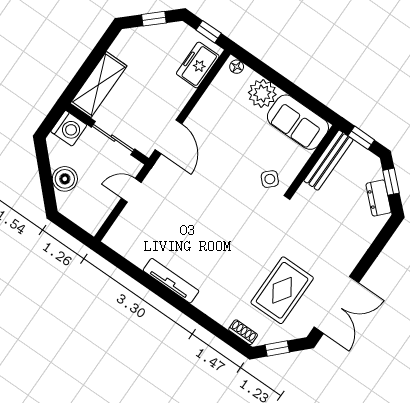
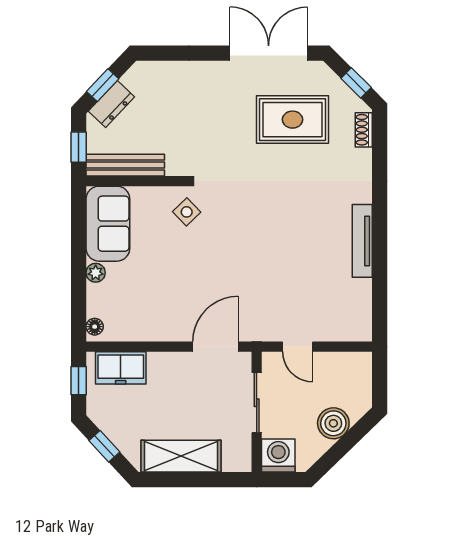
shelving: (99, 85) -> (181, 456), moved
plant: (262, 93) -> (96, 273), width x0.53, depth x0.53
dresser: (379, 198) -> (111, 104), moved

